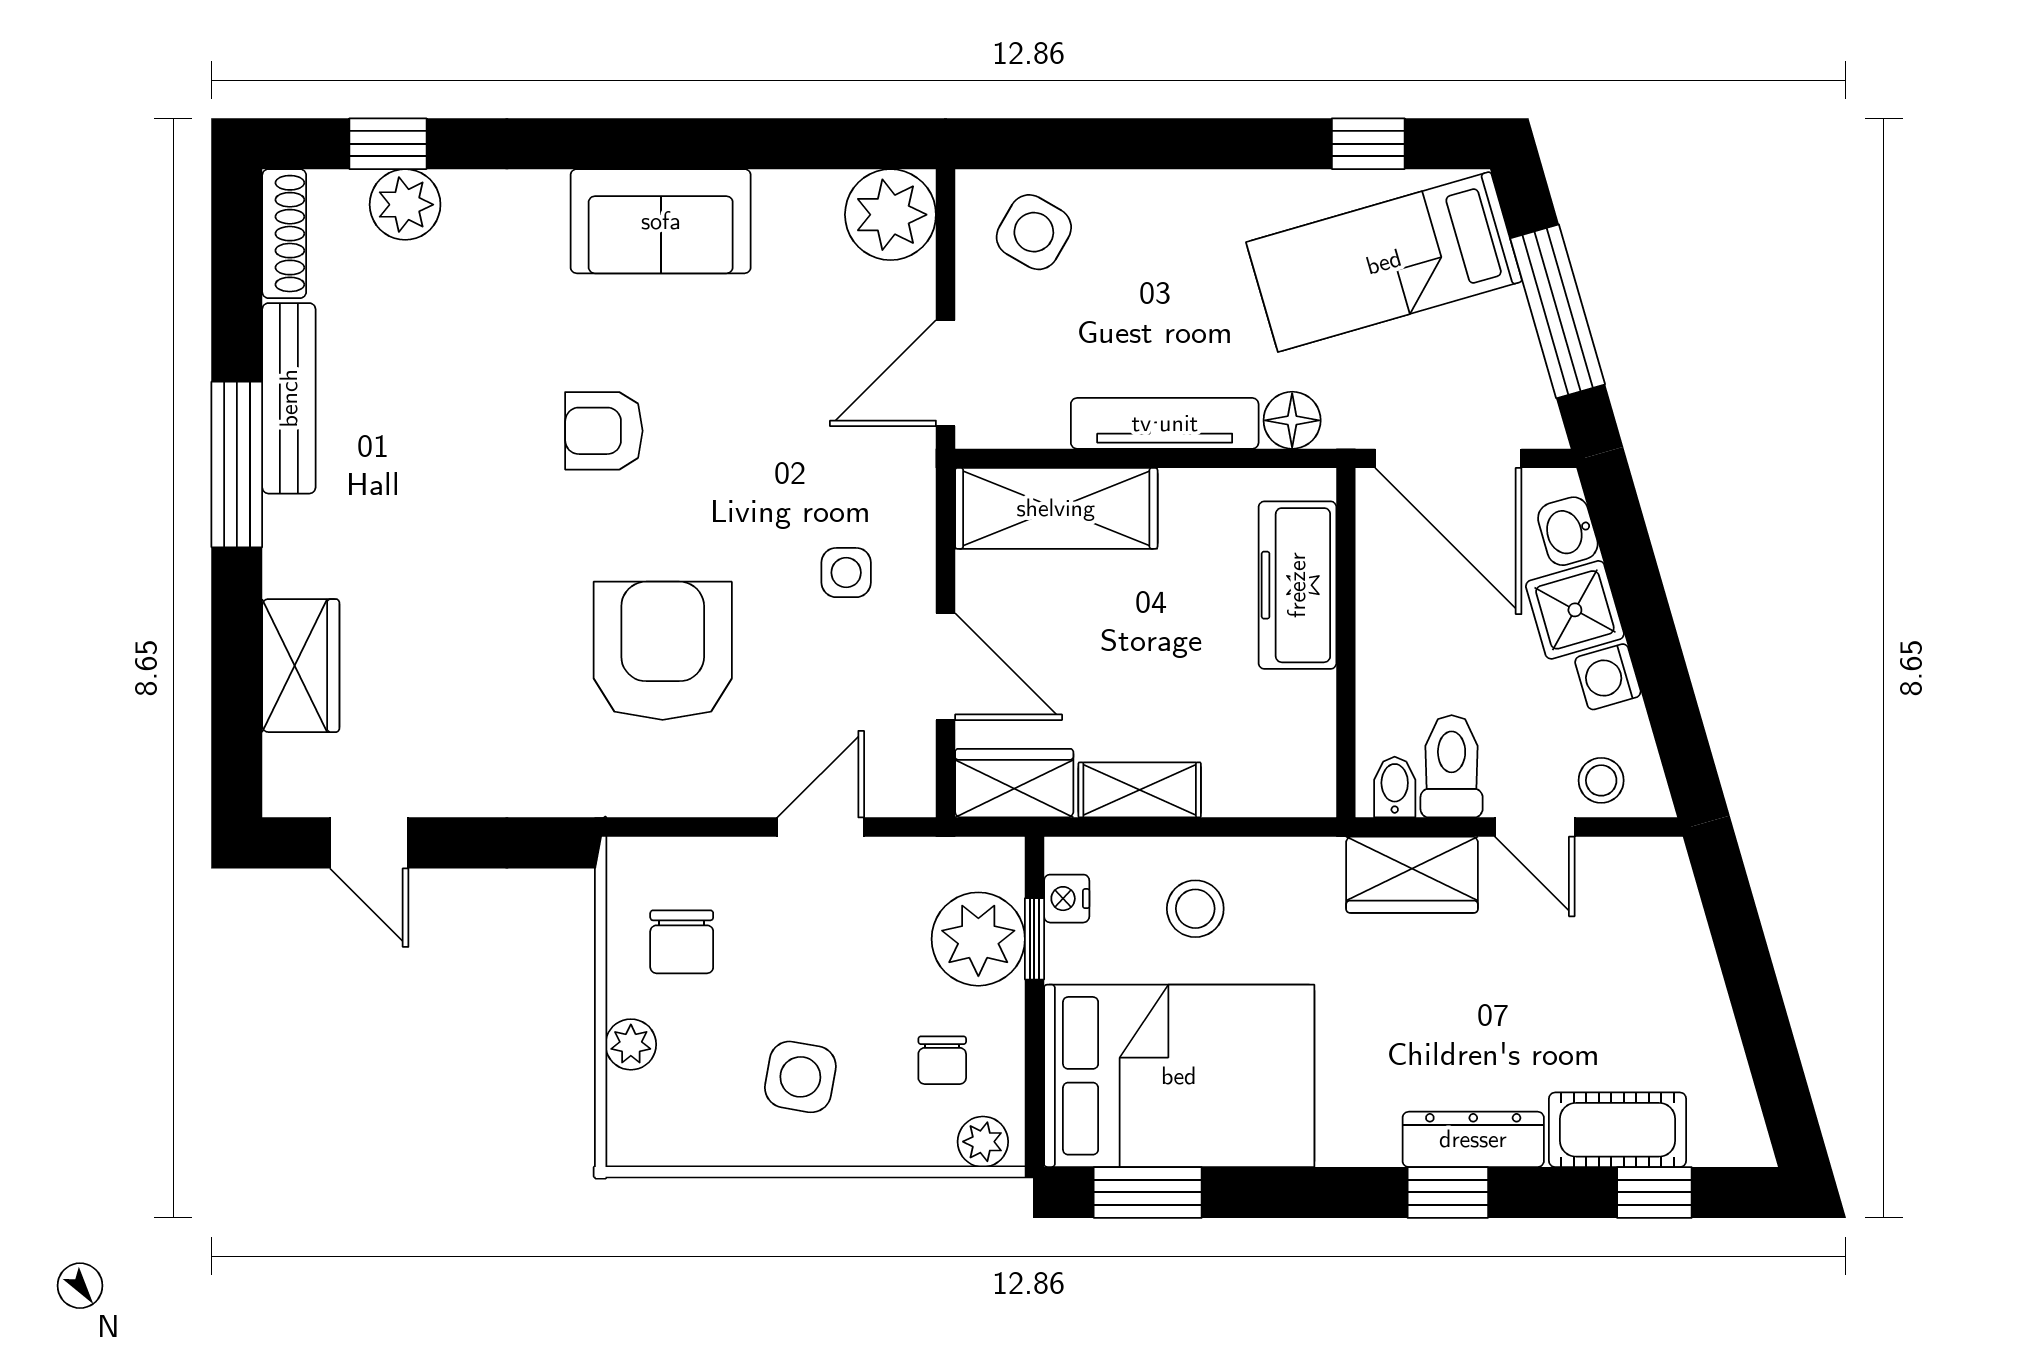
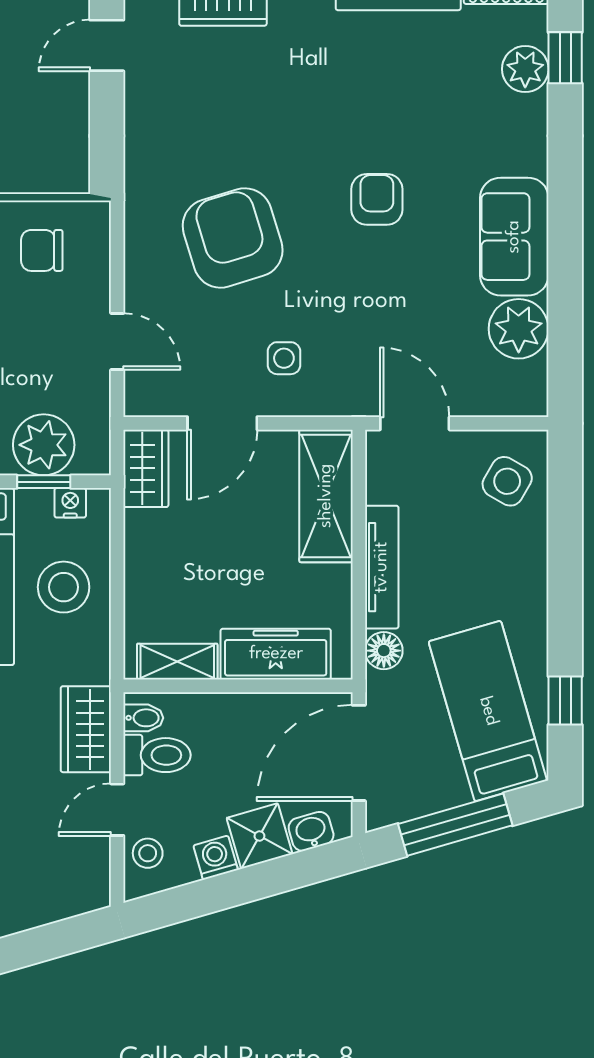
plant: (890, 215) -> (519, 329), moved
armchair: (663, 651) -> (233, 238), turned -107
shelving: (1140, 790) -> (177, 662), moved, turned 90
stool: (1195, 909) -> (64, 587), width x1.38, depth x1.38

